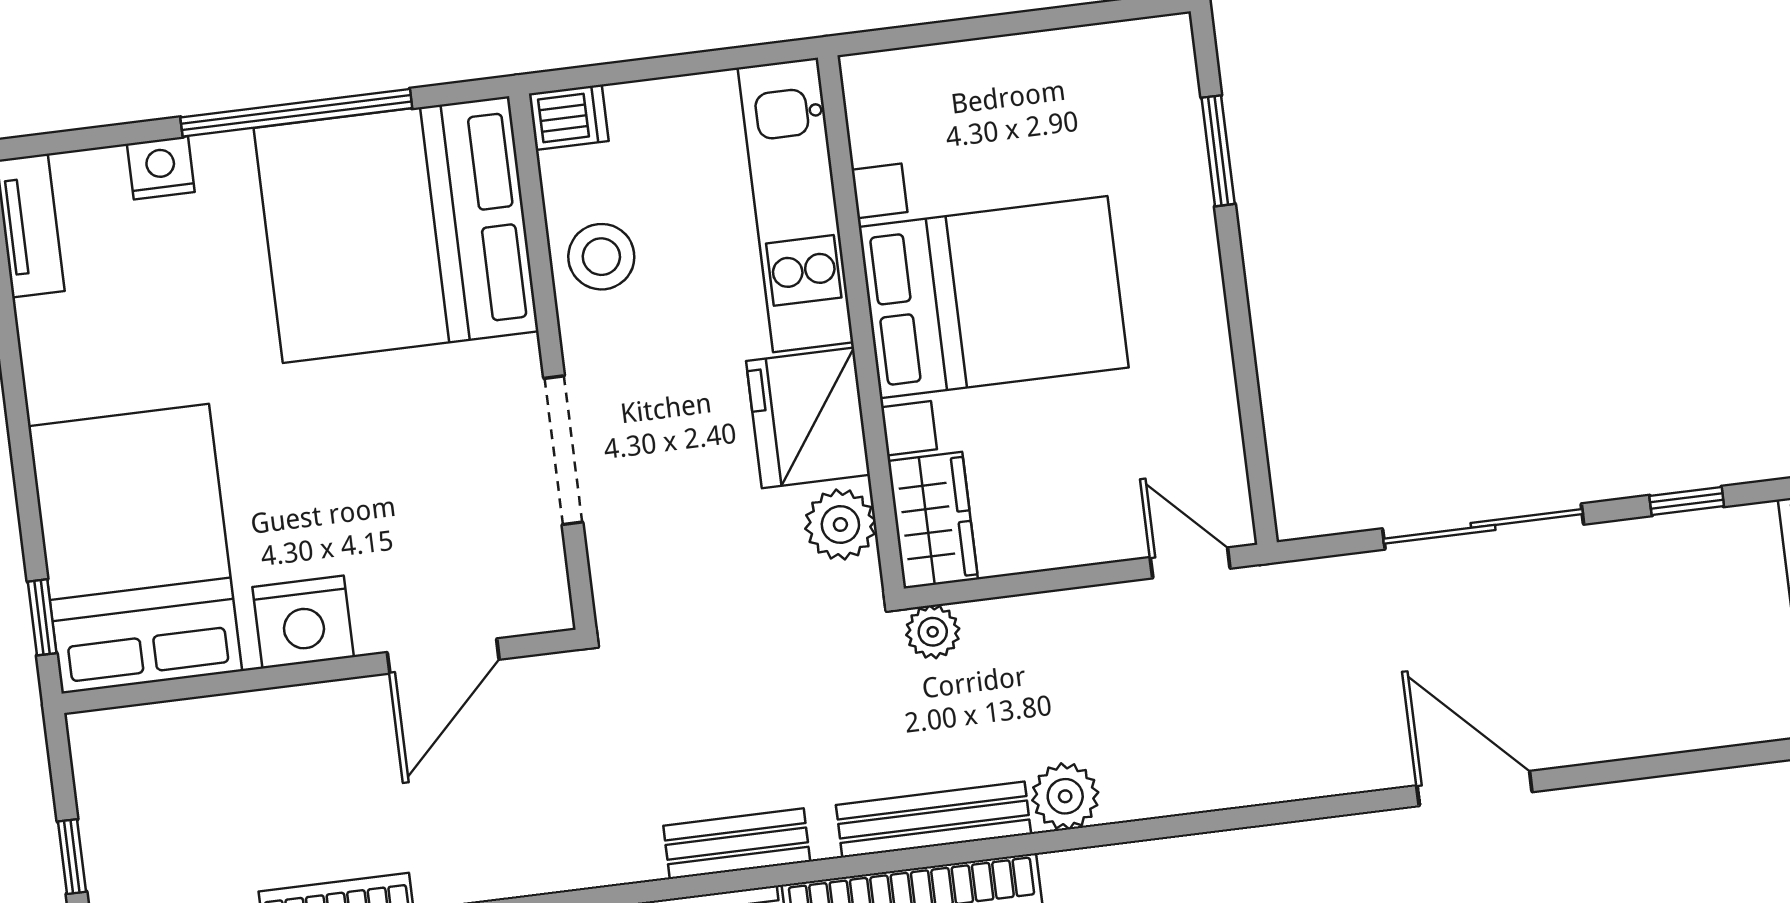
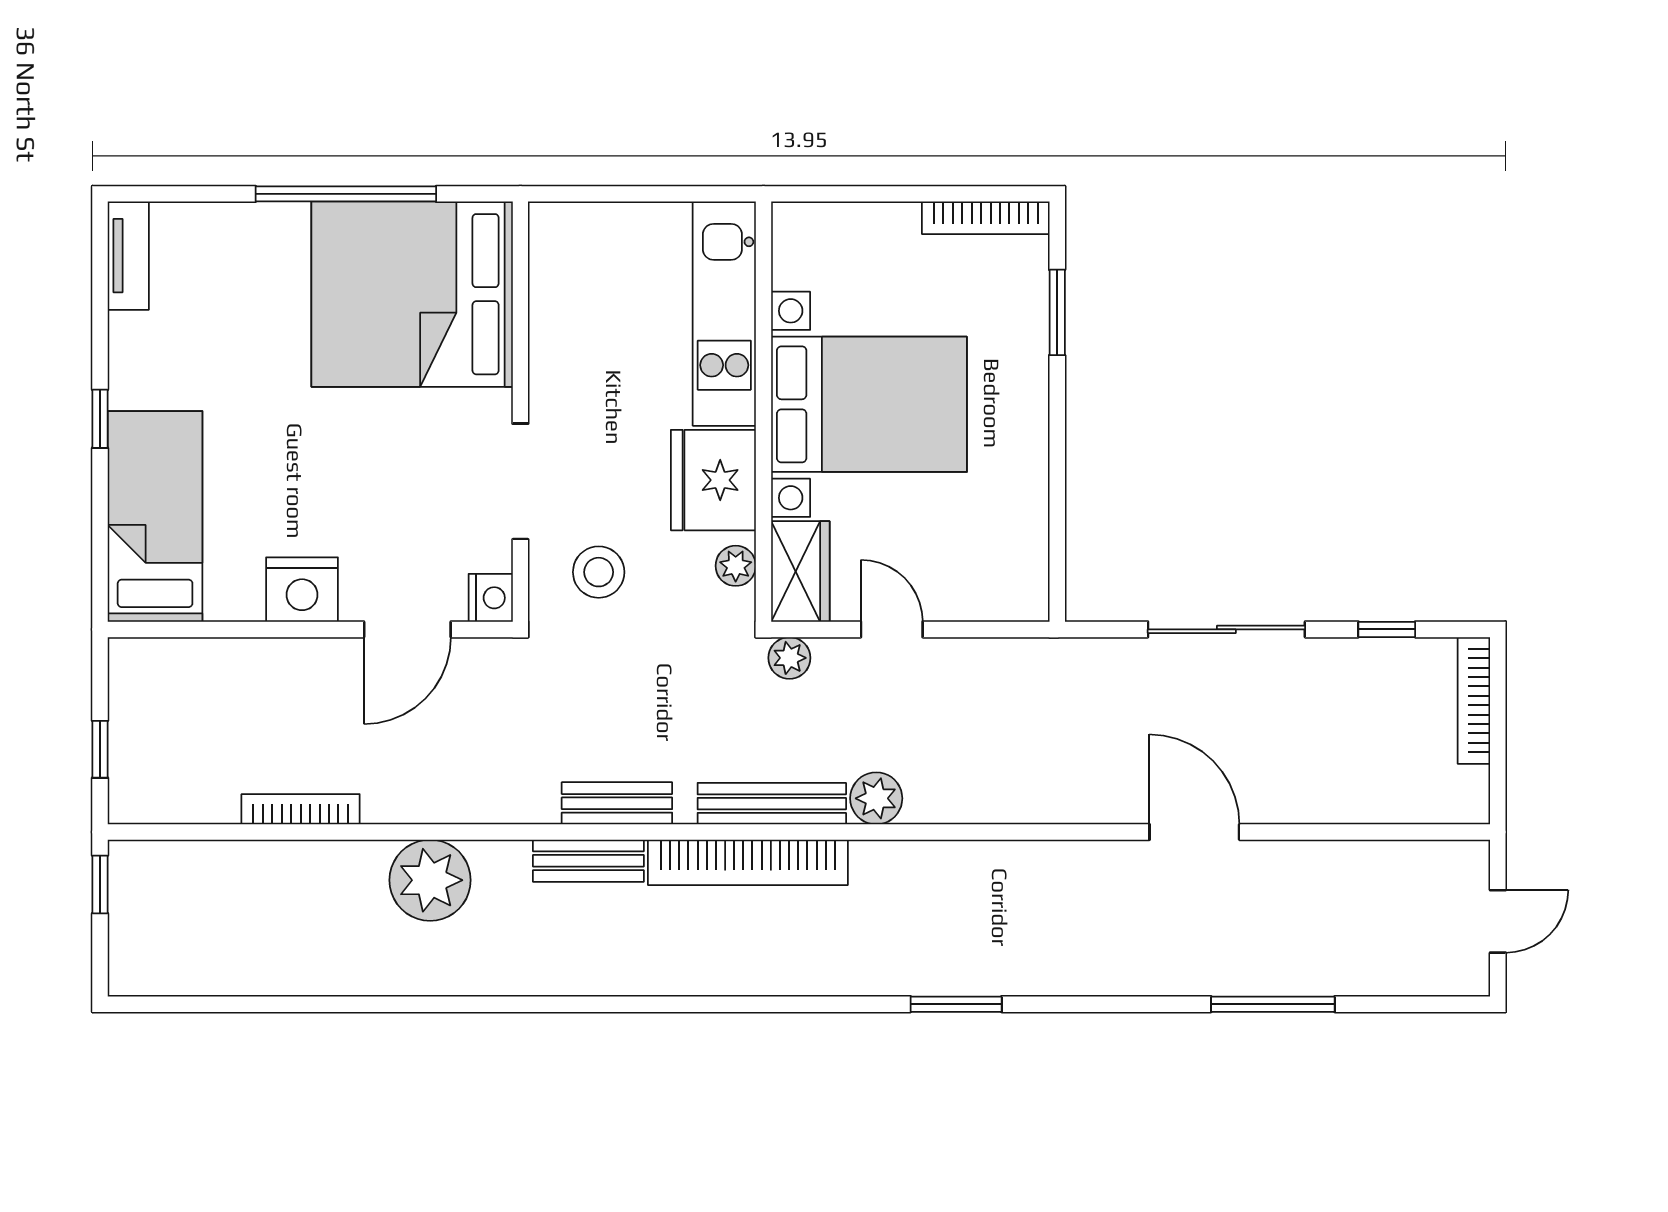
bookcase: (1112, 42) -> (986, 218), added
dishwasher: (569, 117) -> (557, 224), removed
nightstand: (161, 168) -> (491, 598), moved, turned 90
stool: (601, 257) -> (599, 572), moved
plant: (840, 525) -> (736, 566), width x0.73, depth x0.73
bed: (135, 549) -> (155, 516), width x0.67
door: (1190, 563) -> (892, 629), moved
window: (42, 617) -> (100, 419), moved

